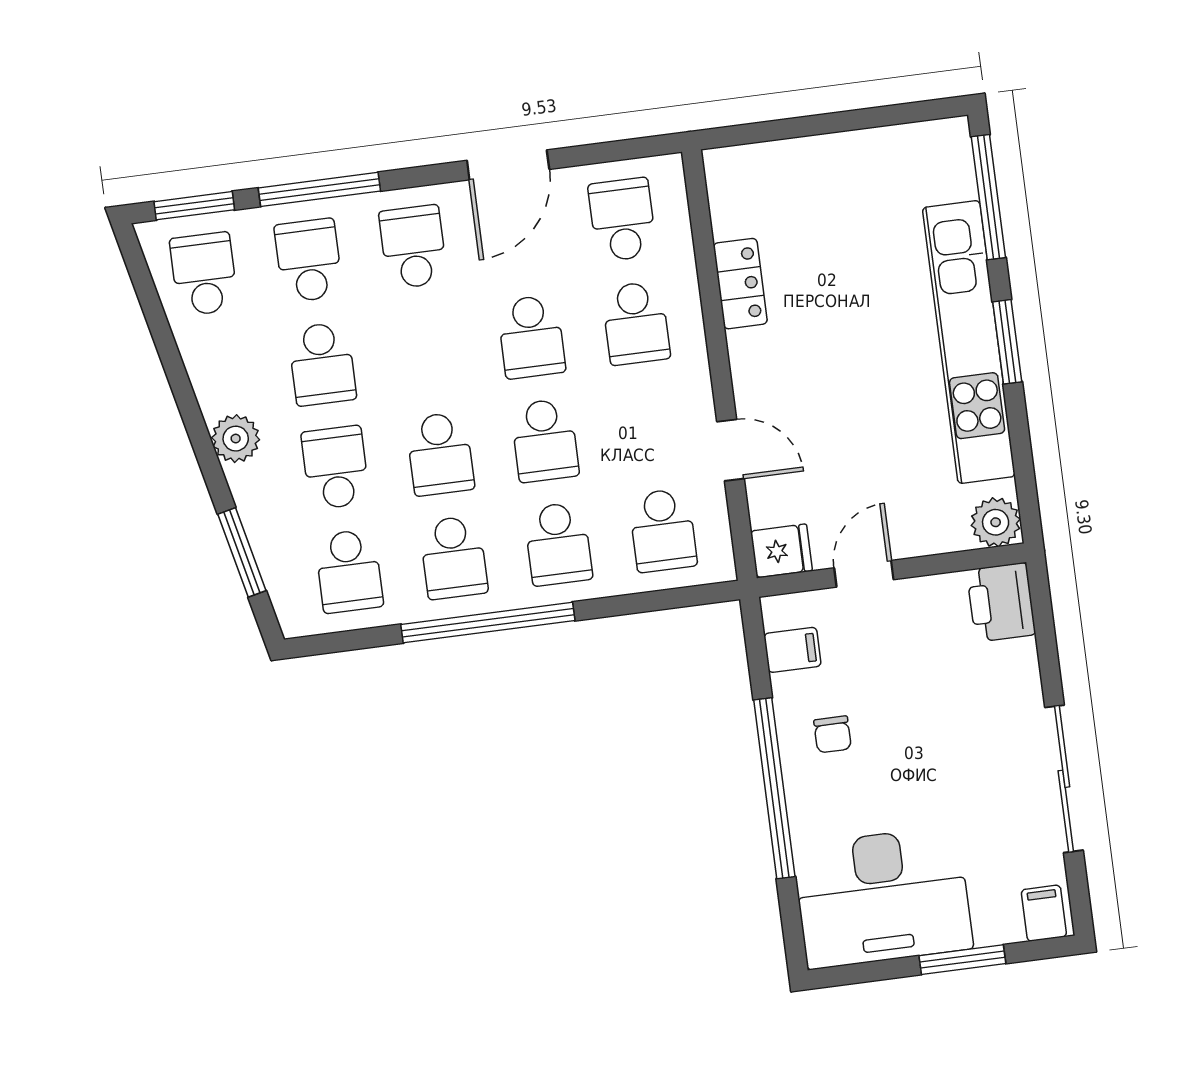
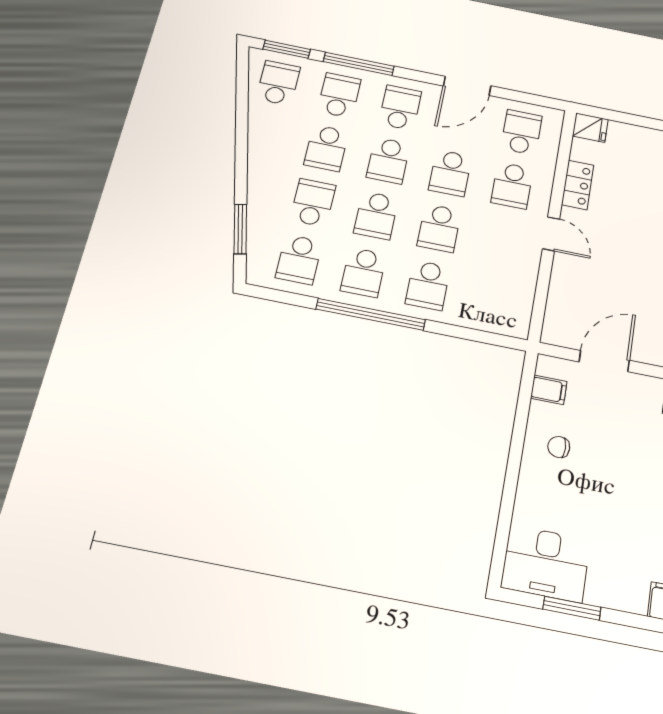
plant: (236, 439) -> (262, 169), removed
door: (730, 450) -> (551, 234), moved
school desk: (663, 530) -> (388, 161), moved
fridge: (781, 551) -> (590, 128), moved
door: (864, 574) -> (604, 361), width x1.38
chair: (833, 734) -> (559, 447), turned 90
window: (774, 788) -> (513, 467), removed
desk: (883, 897) -> (546, 564), width x0.73, depth x0.77
window: (962, 960) -> (572, 608), moved

